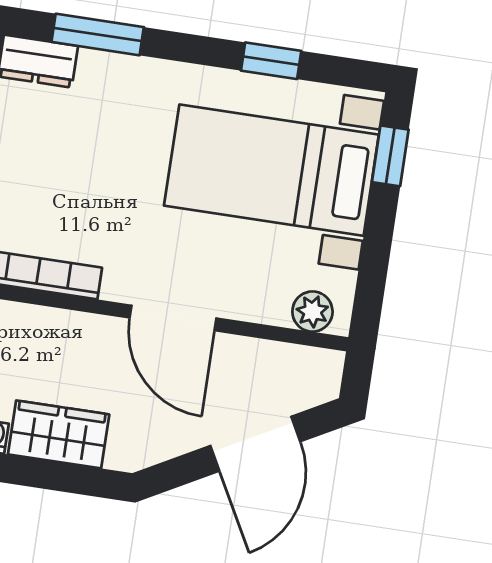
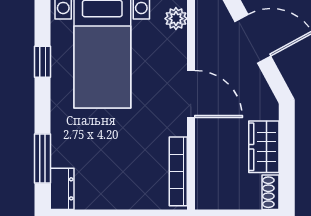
door: (173, 318) -> (191, 94), hinge flipped

